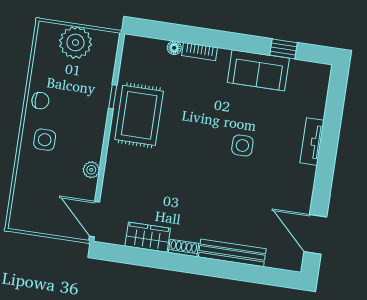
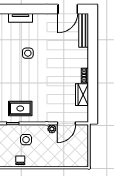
rug: (139, 115) -> (20, 108), width x0.73, depth x0.70
side table: (45, 140) -> (26, 140), moved
door: (94, 219) -> (66, 123), moved
bench: (232, 253) -> (84, 30), moved

